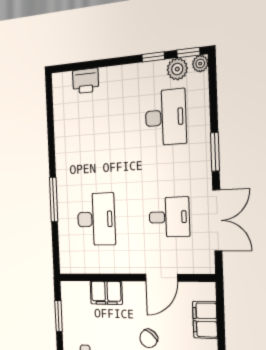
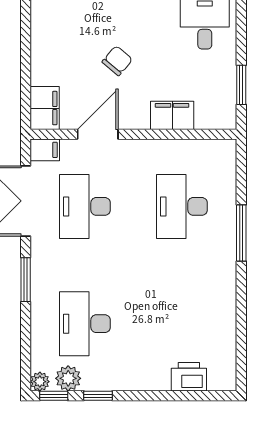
desk: (169, 217) -> (85, 206), width x1.37
filing cabinet: (203, 265) -> (45, 150), added
filing cabinet: (205, 320) -> (45, 108), moved

